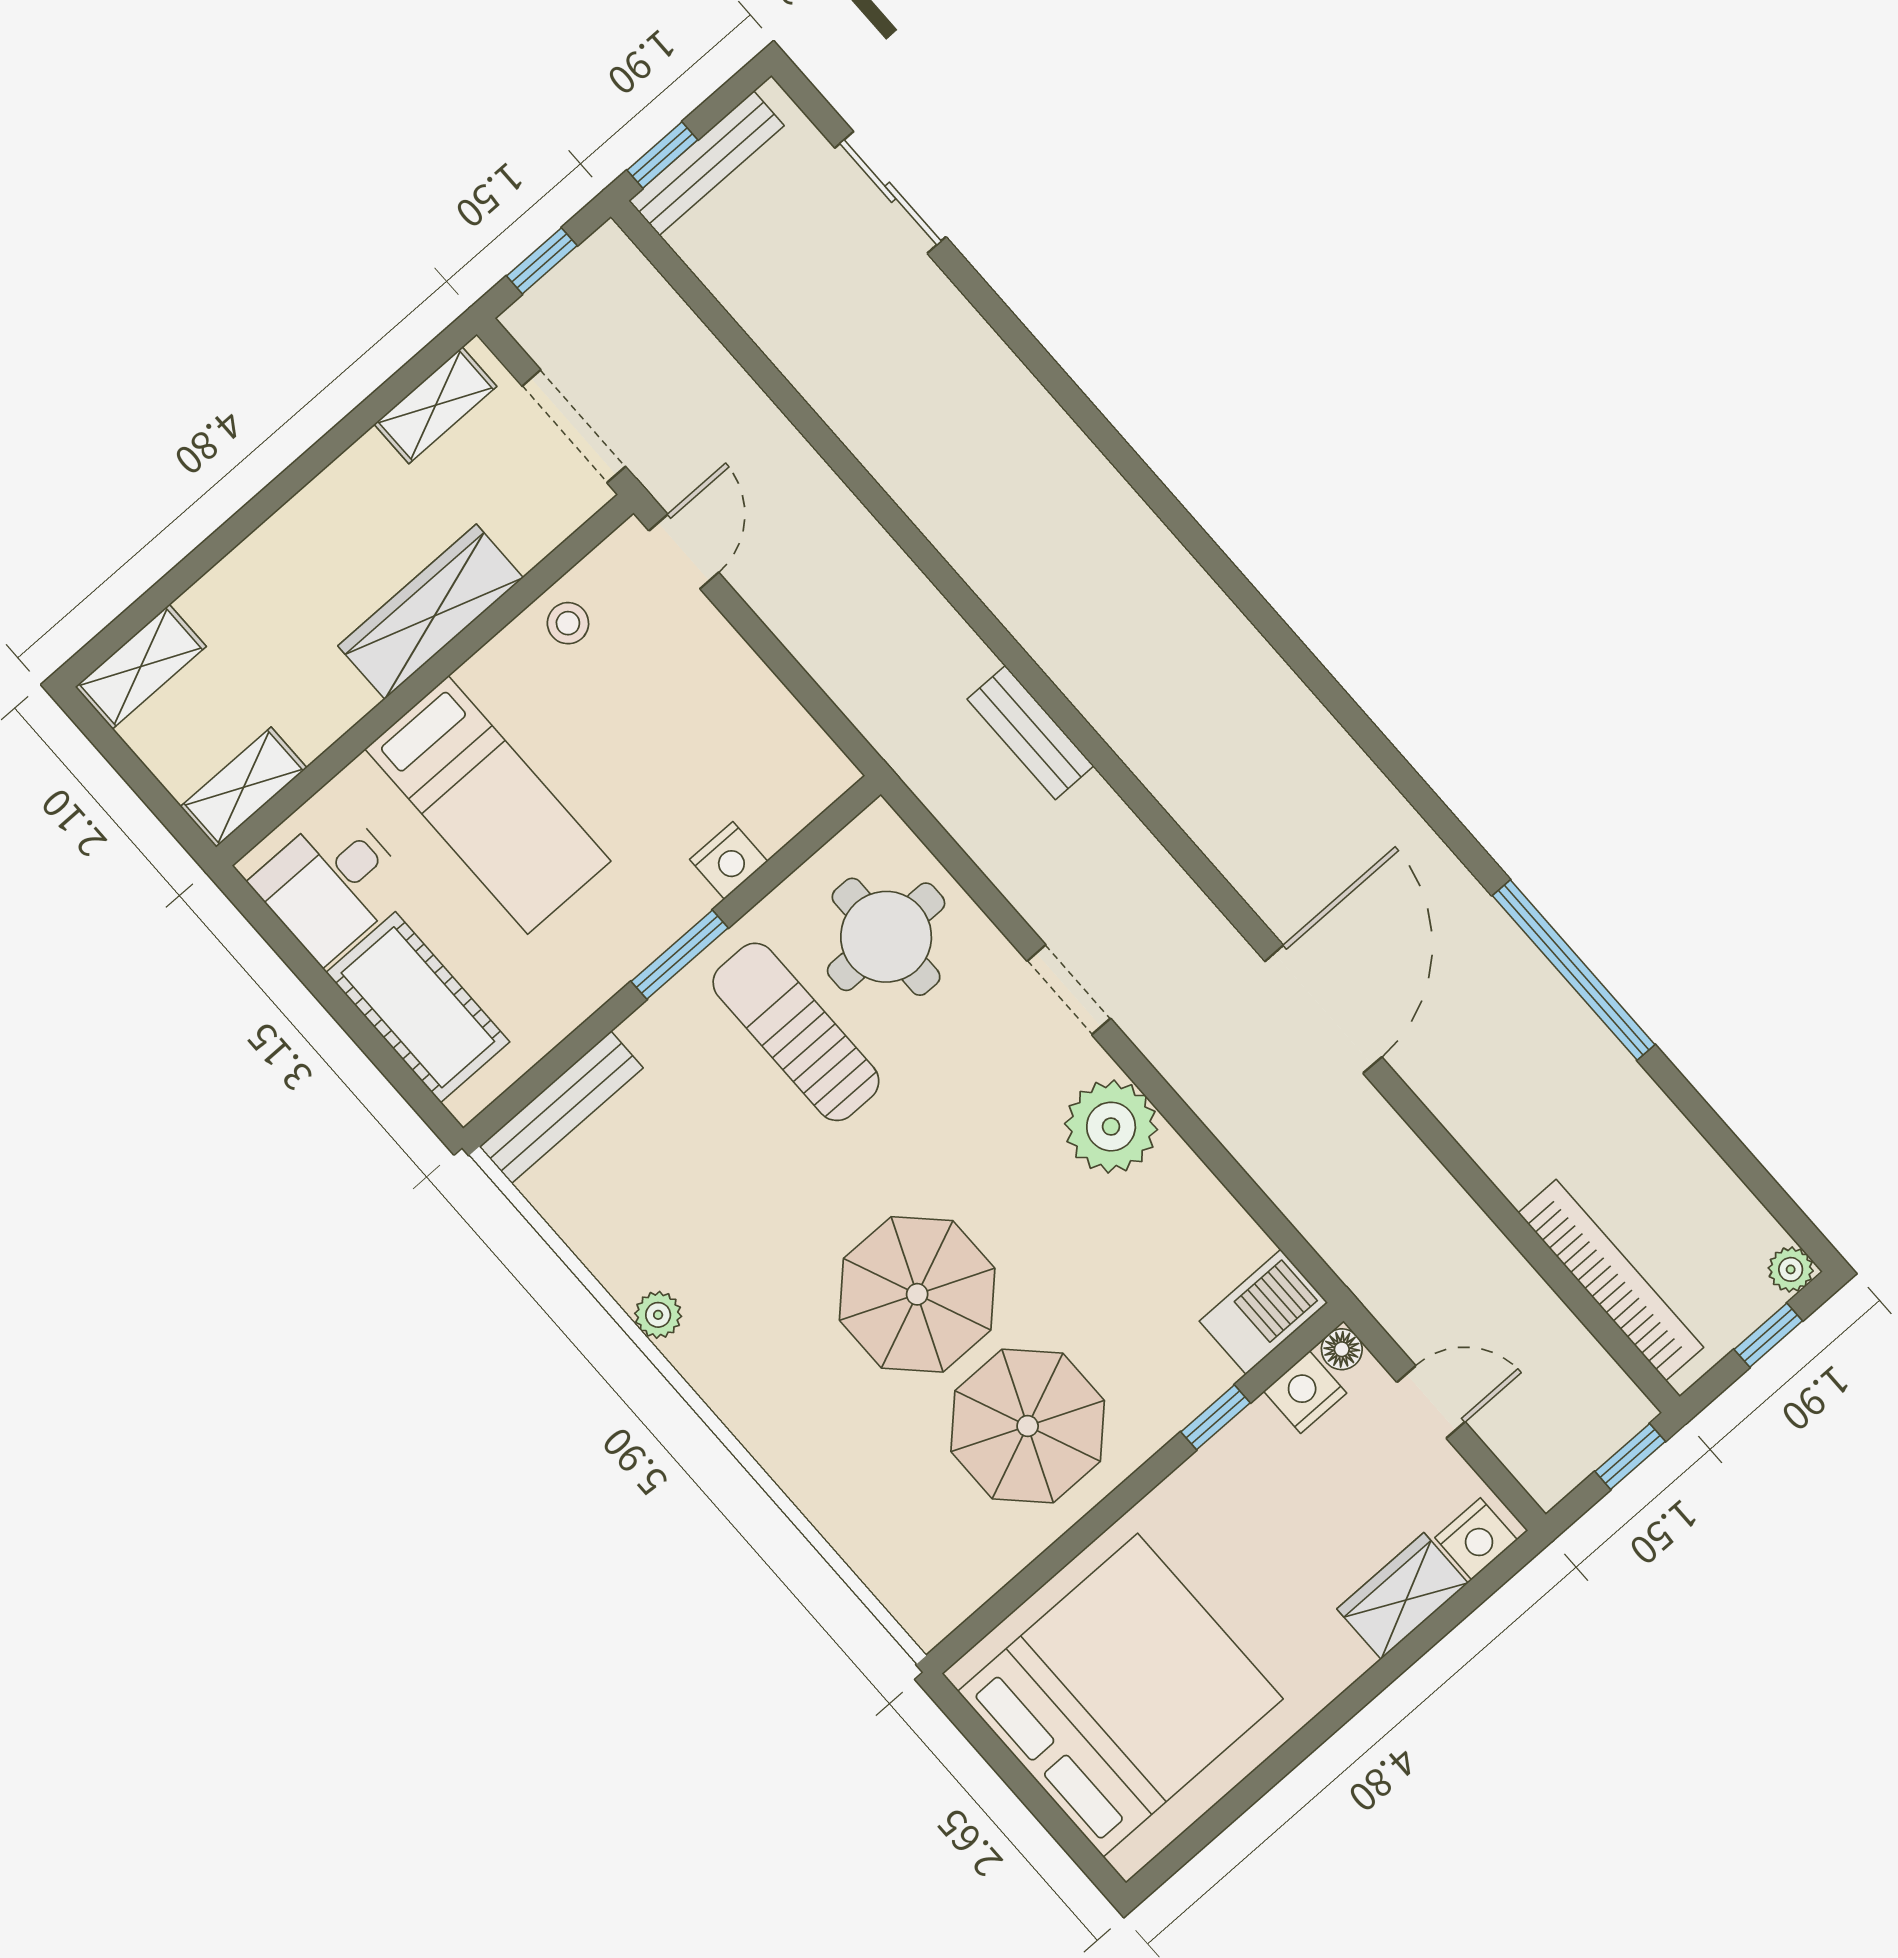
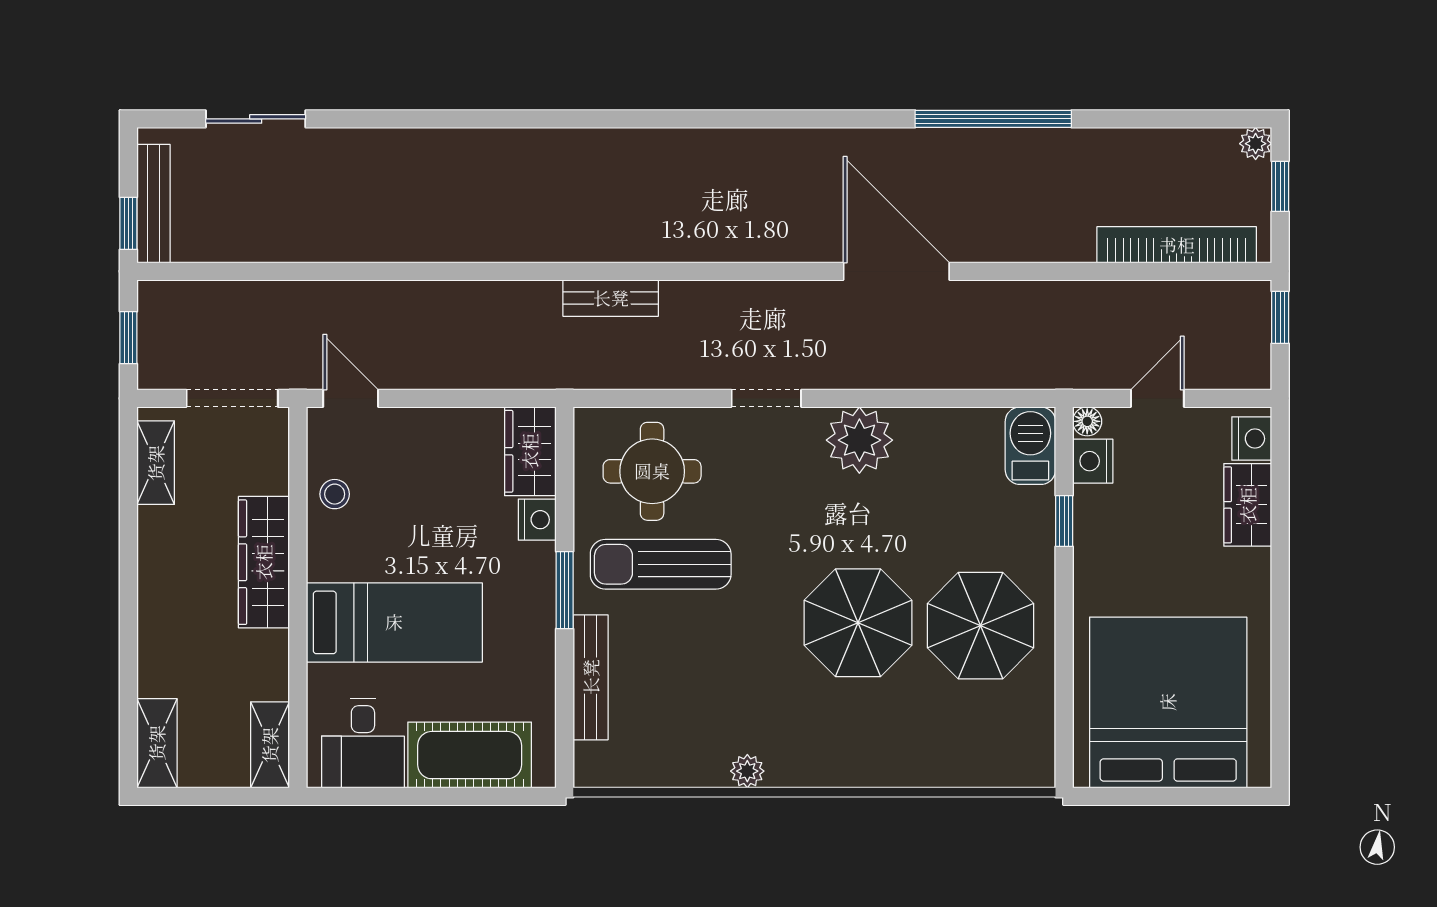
wardrobe: (794, 790) -> (530, 451), added
bench: (561, 1107) -> (591, 677), moved

